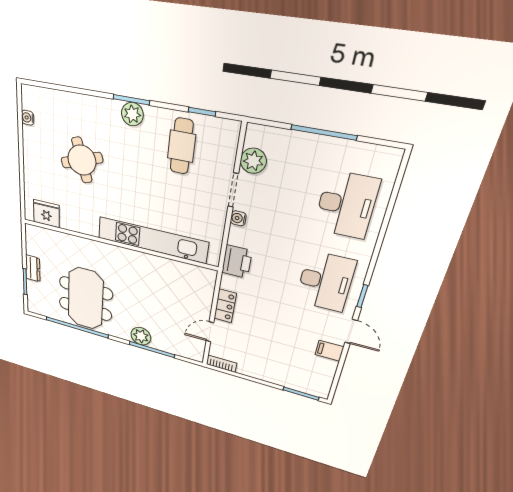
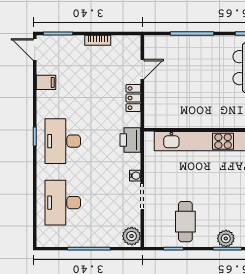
plant: (253, 161) -> (132, 236), moved
door: (351, 332) -> (35, 49), moved
plant: (141, 336) -> (203, 44), removed
bookcase: (221, 364) -> (98, 40), moved

